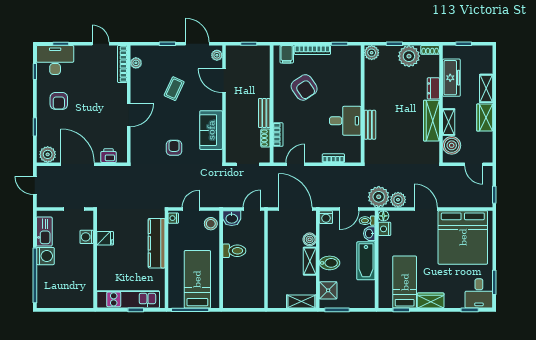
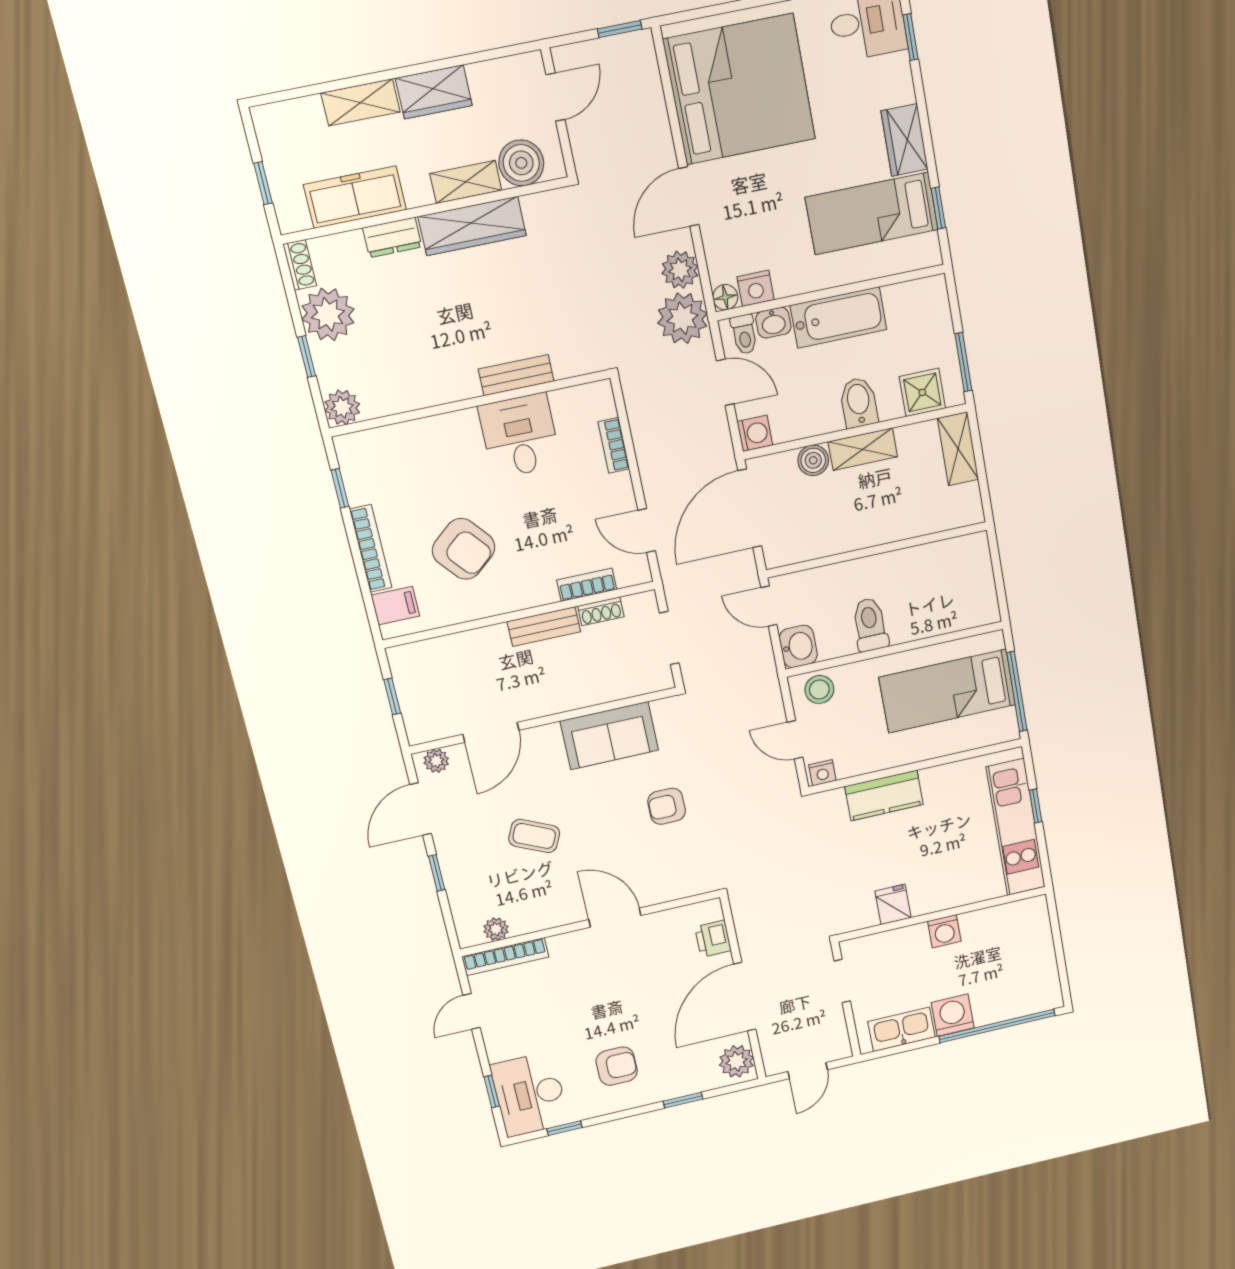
armchair: (304, 87) -> (464, 549), turned 84
washing machine: (87, 237) -> (944, 931), moved
kitchen counter: (157, 243) -> (884, 795), width x0.67

